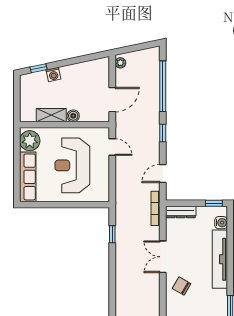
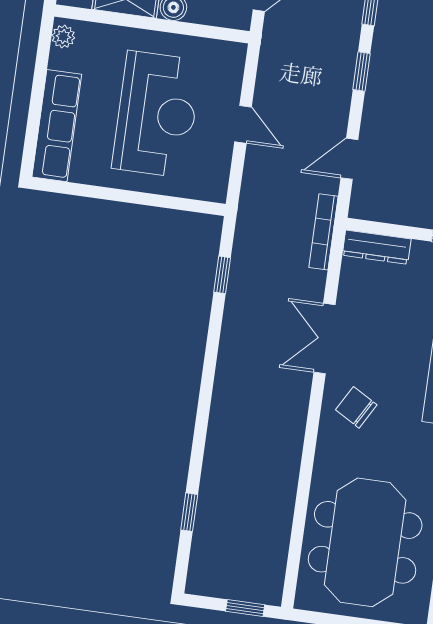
plant: (30, 141) -> (63, 37), width x0.53, depth x0.53
door: (112, 147) -> (243, 124), moved
reception desk: (72, 165) -> (157, 114), turned 180

